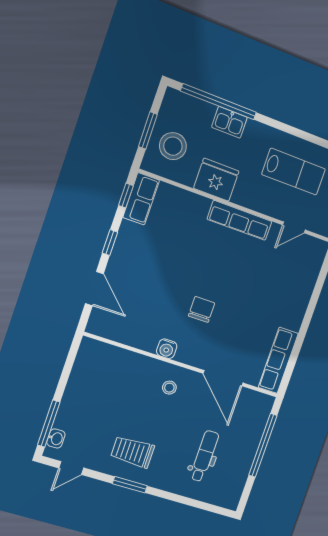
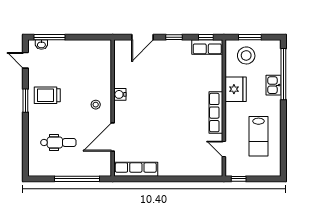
chair: (202, 309) -> (152, 108), removed
trolley: (133, 452) -> (47, 95), turned -90

